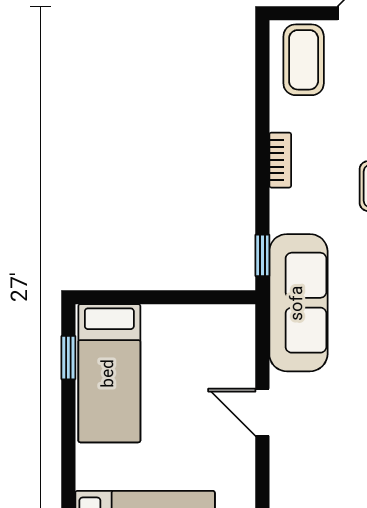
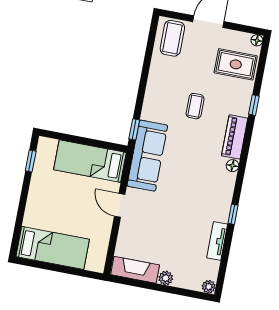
bookcase: (280, 160) -> (152, 85), removed
bed: (109, 373) -> (90, 161), moved, turned 90

